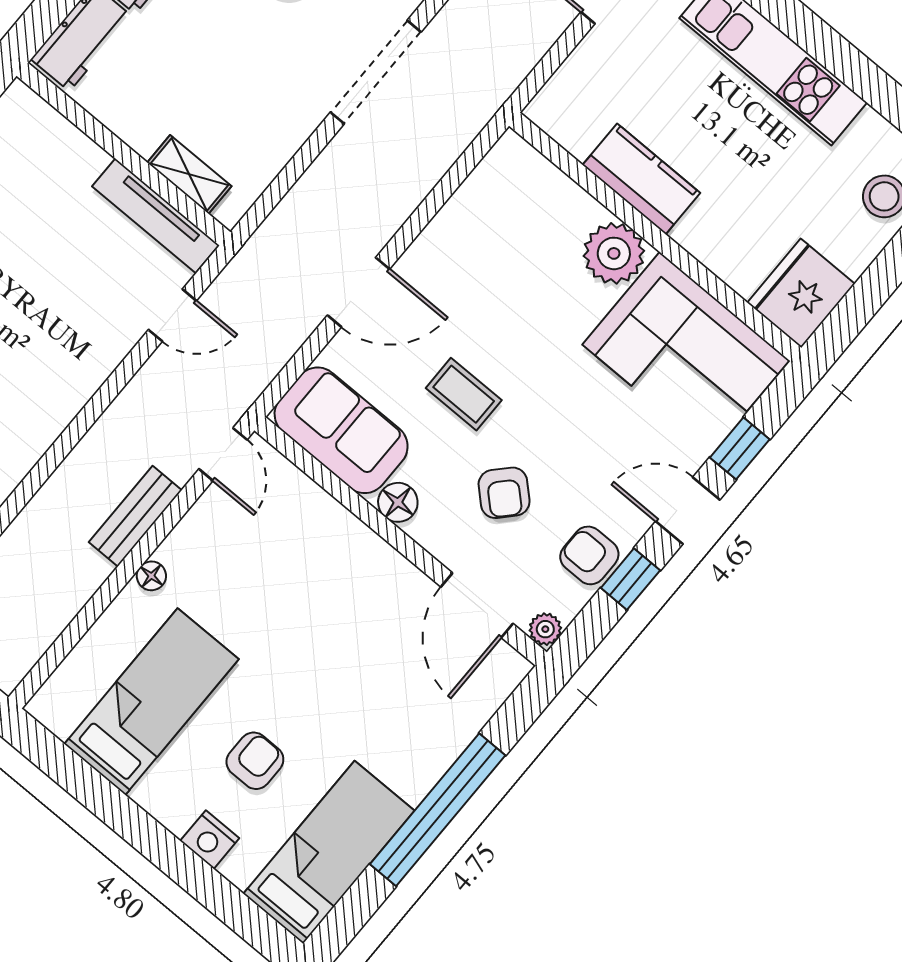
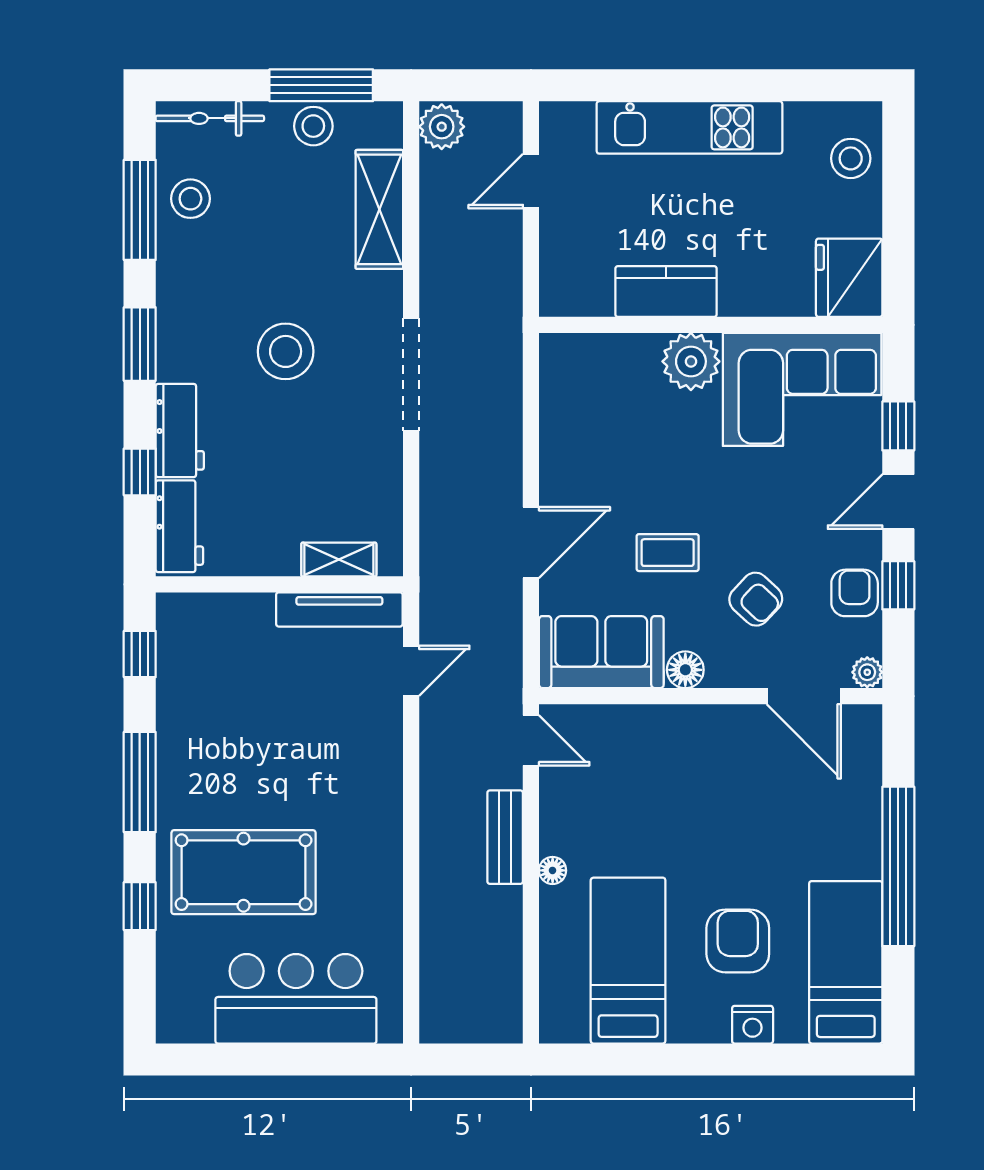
armchair: (589, 555) -> (855, 593), turned 90
armchair: (255, 761) -> (738, 941), width x1.38, depth x1.38

